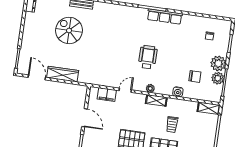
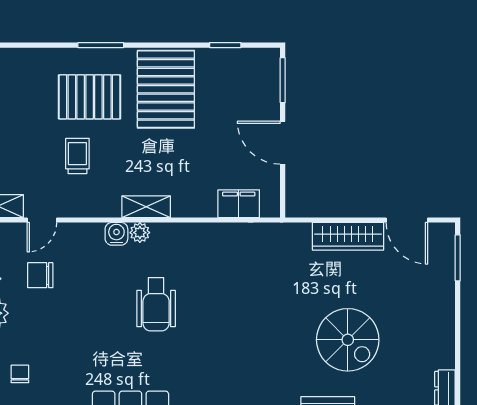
door: (125, 90) -> (42, 220), moved
water cooler: (178, 92) -> (116, 234), moved
shelving: (156, 100) -> (146, 207), moved

